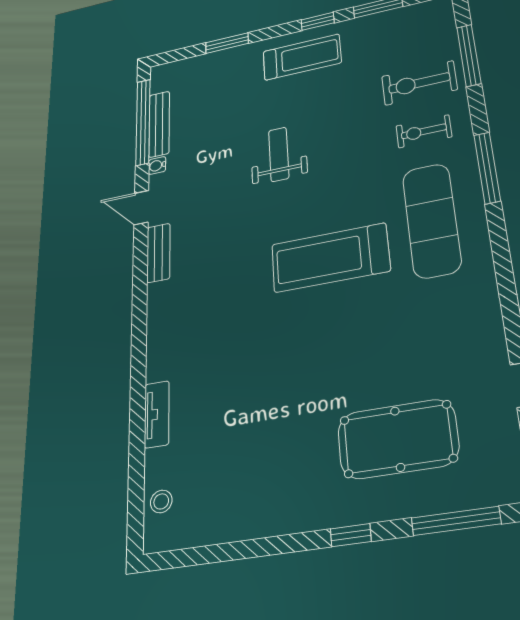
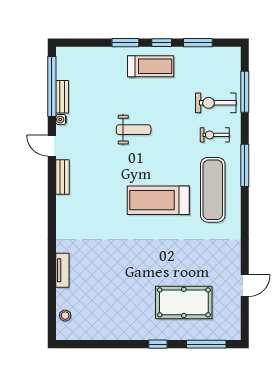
window: (227, 43) -> (125, 43), moved
bench: (159, 124) -> (62, 97), width x0.73
weight bench: (279, 154) -> (134, 130), turned 90

